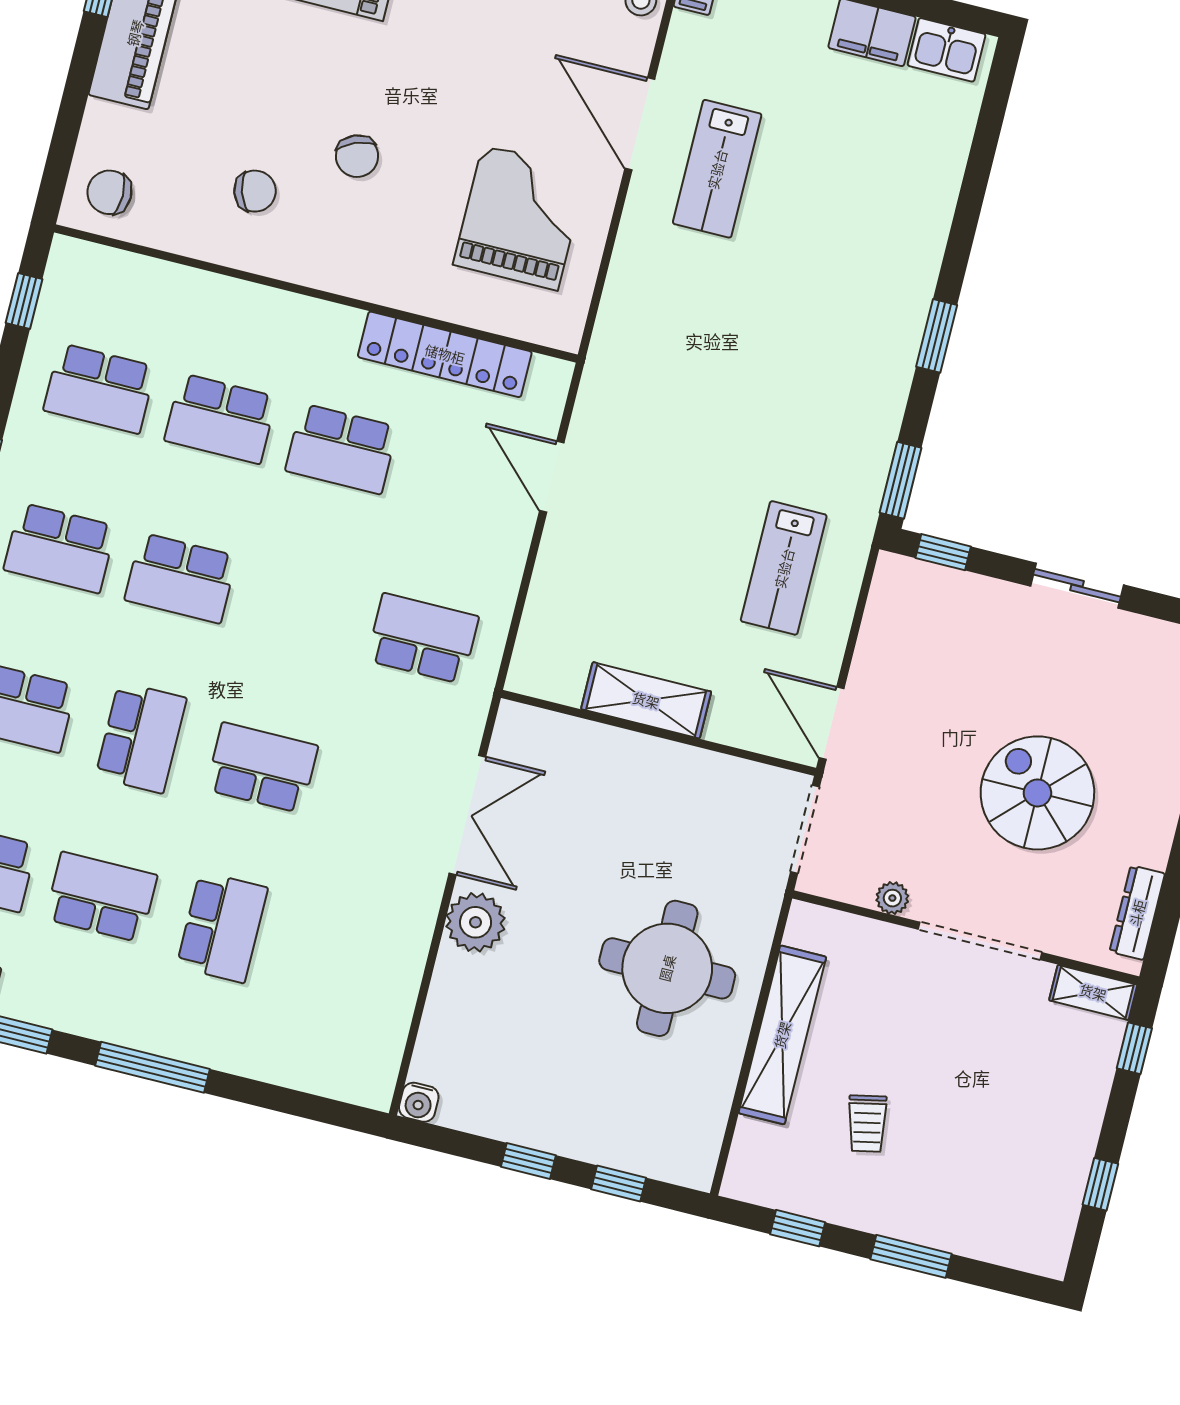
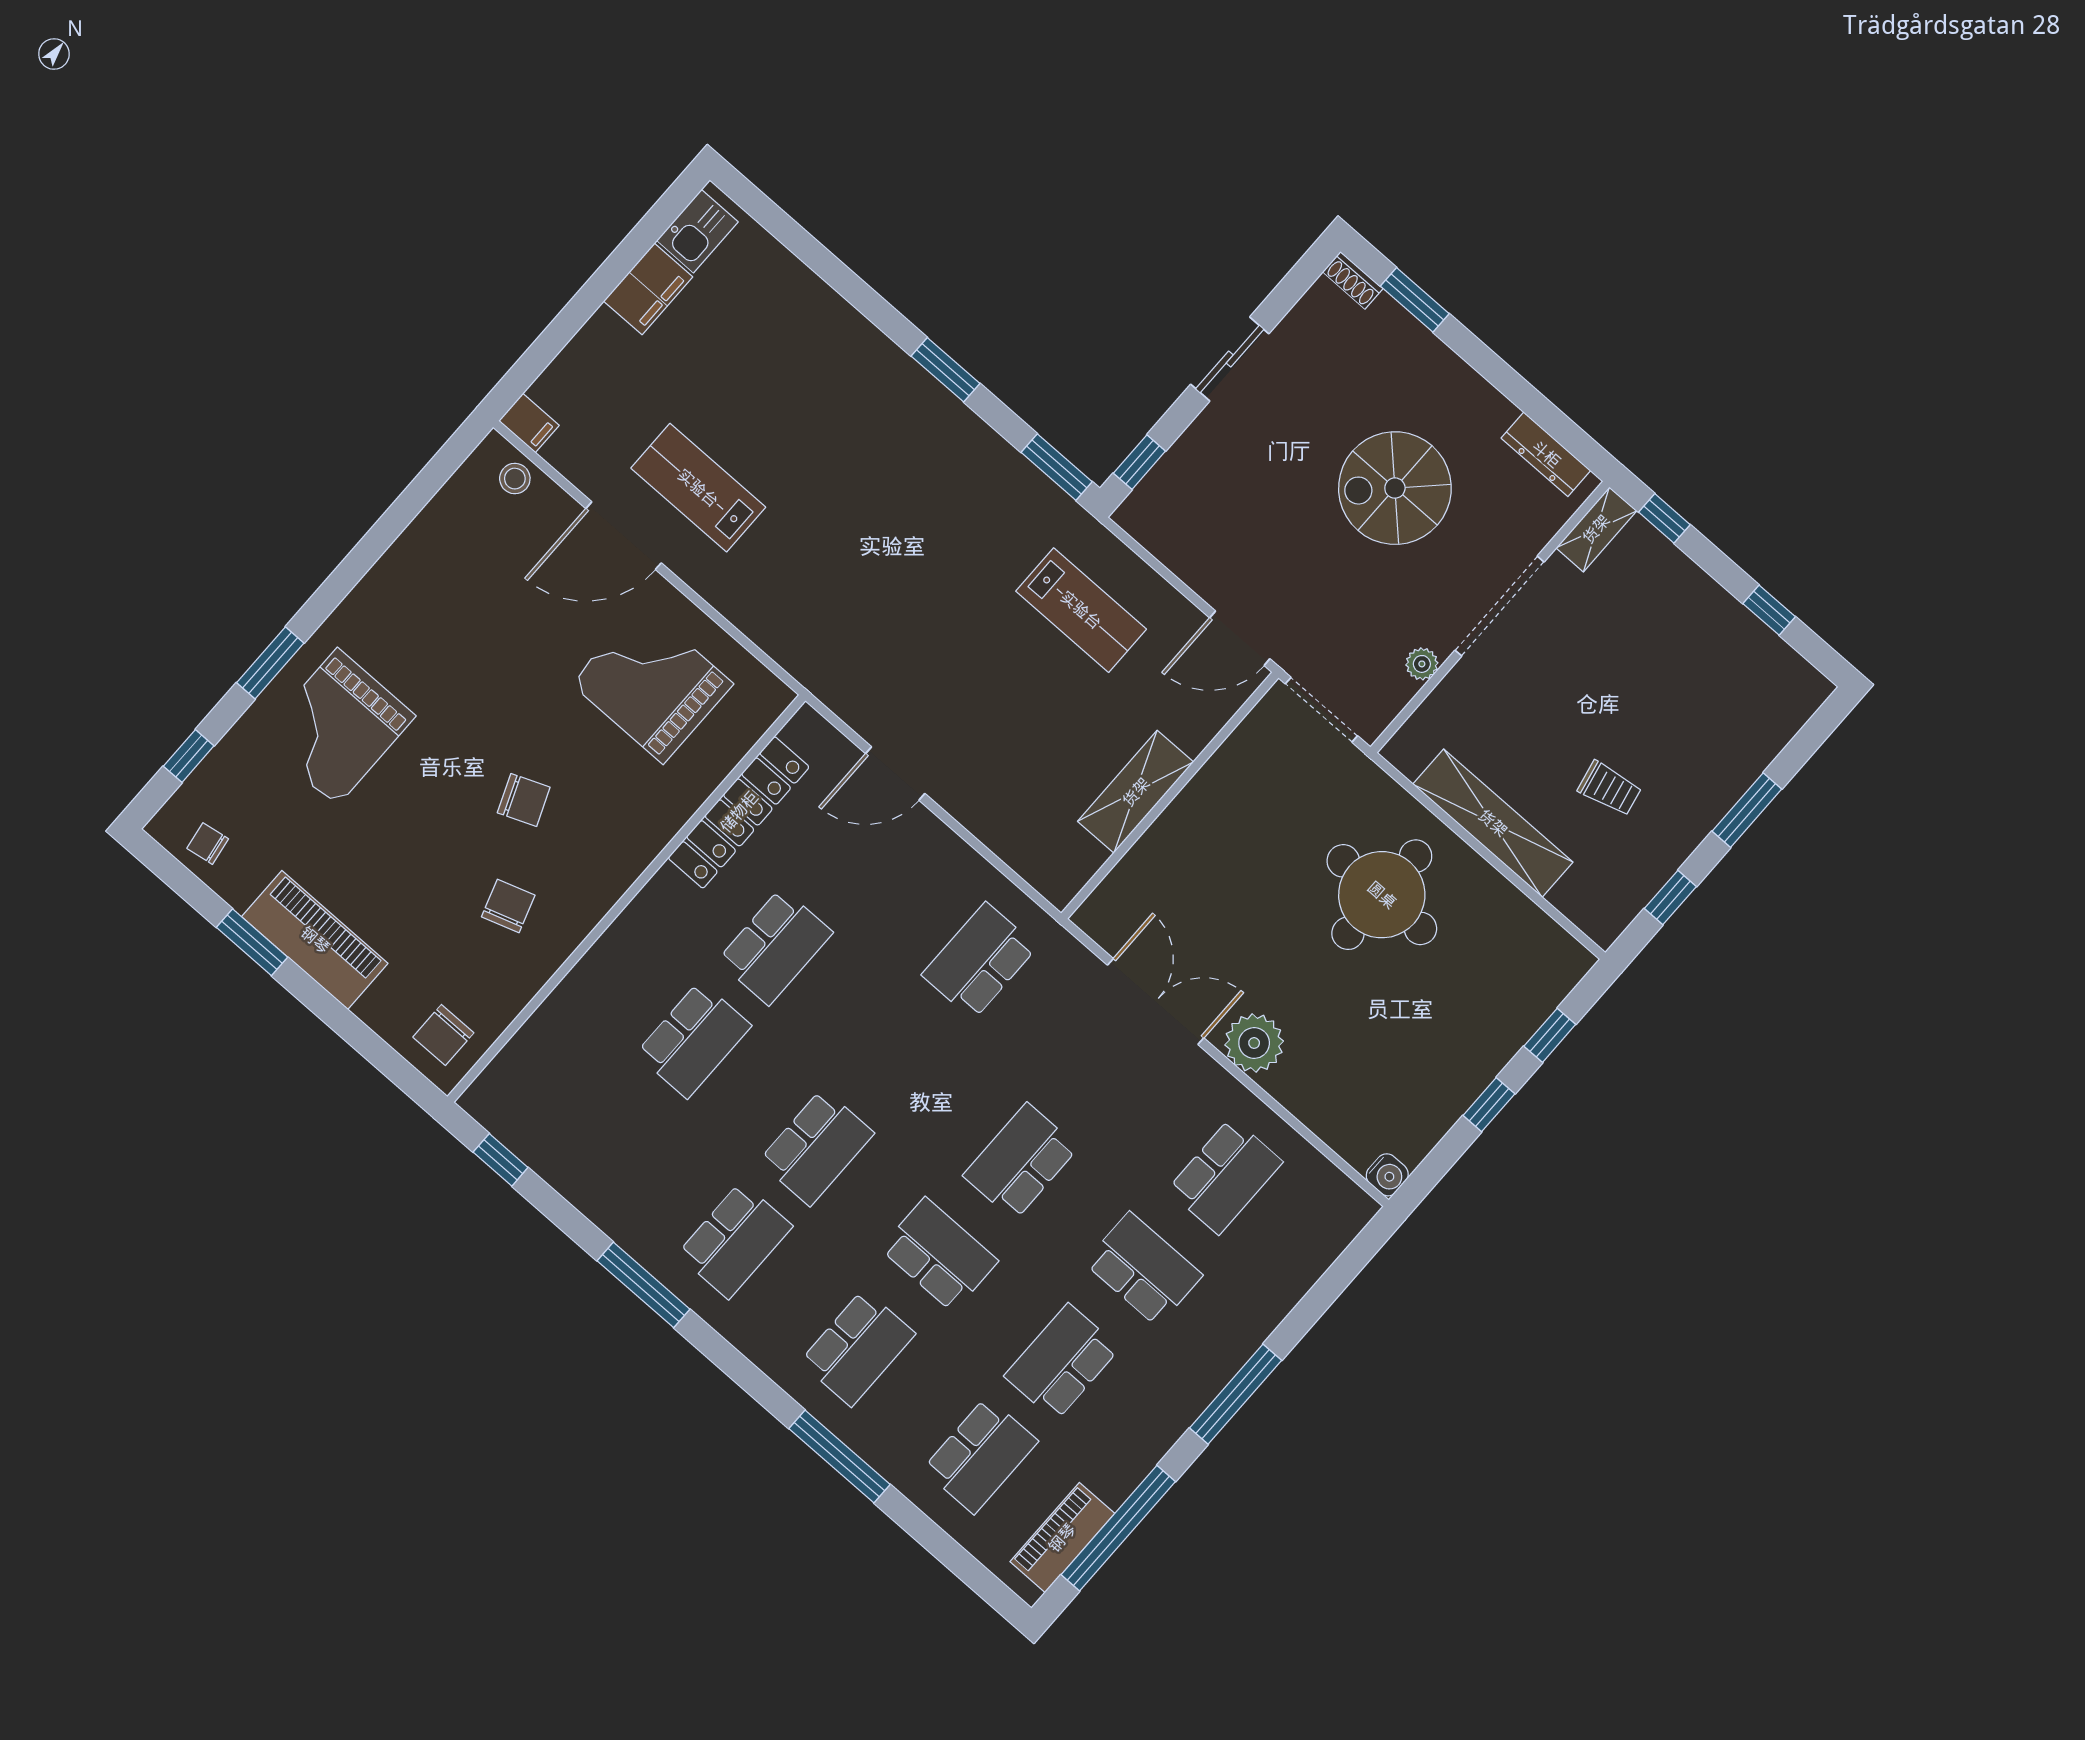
lab bench: (717, 169) -> (698, 488), turned 180
school desk: (100, 388) -> (1225, 1176), moved

